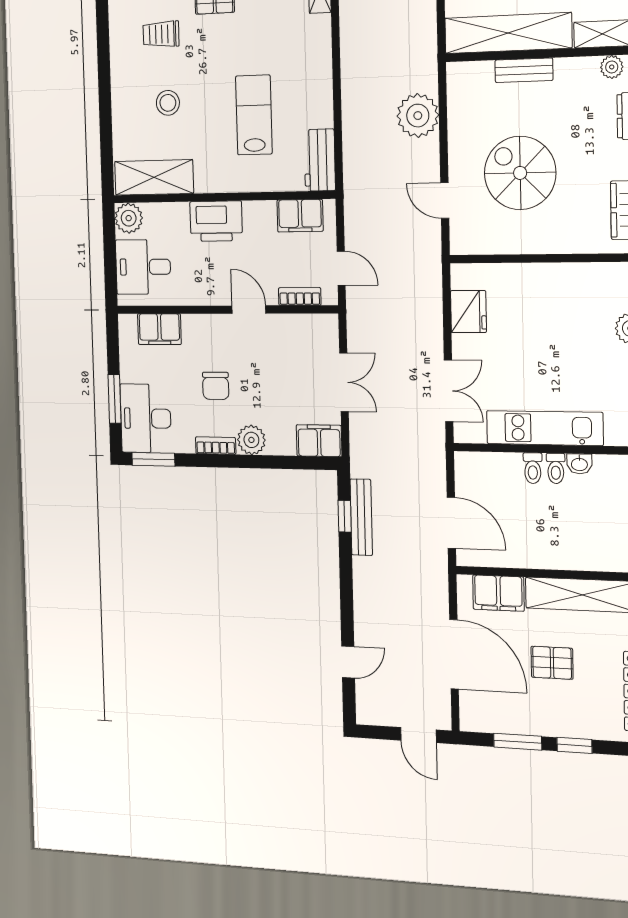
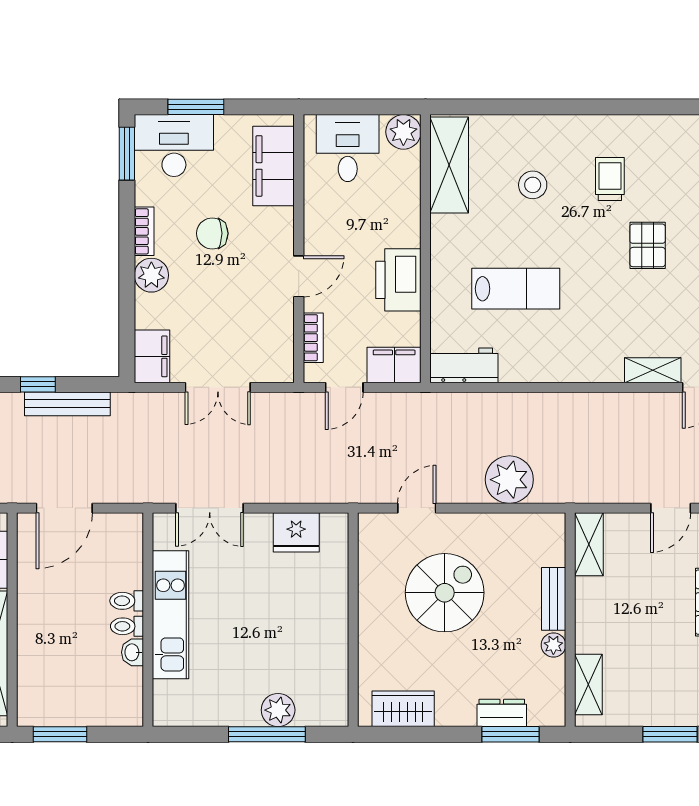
shelving: (508, 33) -> (589, 544), width x0.45, depth x0.75
plant: (612, 67) -> (553, 645), moved
filing cabinet: (300, 216) -> (394, 365), moved, turned 90
printer: (216, 221) -> (398, 280), moved
filing cabinet: (159, 329) -> (274, 166), width x1.50, depth x1.17
window: (345, 516) -> (38, 384), moved

